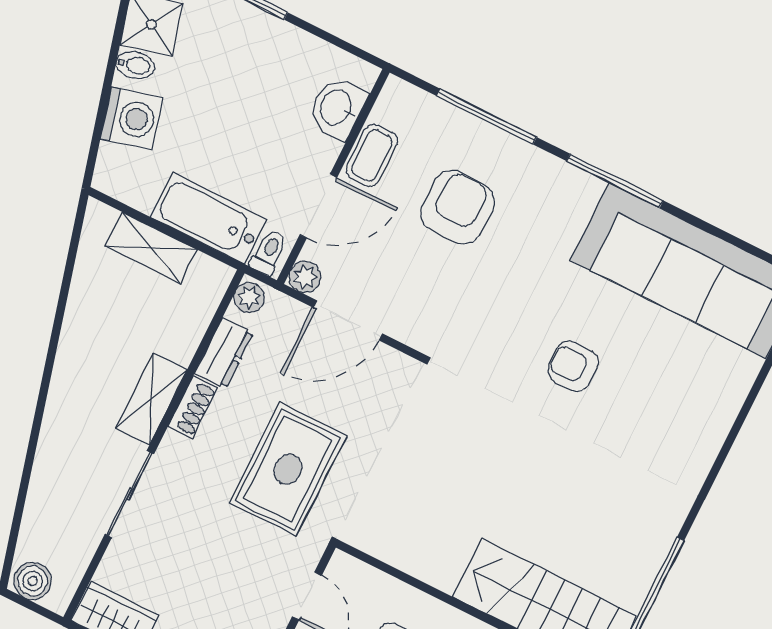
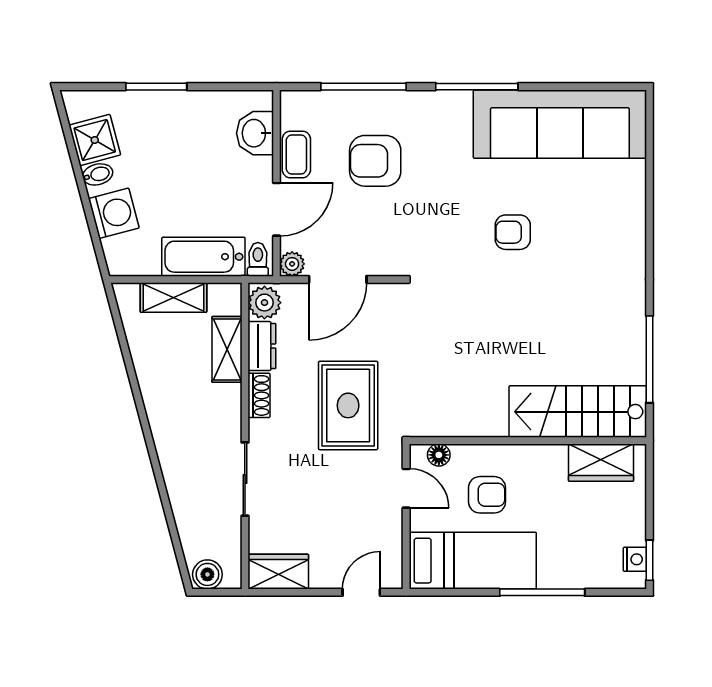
armchair: (458, 207) -> (375, 161), turned -90
plant: (249, 298) -> (264, 303), width x1.38, depth x1.38
shelving: (151, 399) -> (227, 349), moved
floor lamp: (363, 577) -> (439, 455), added

